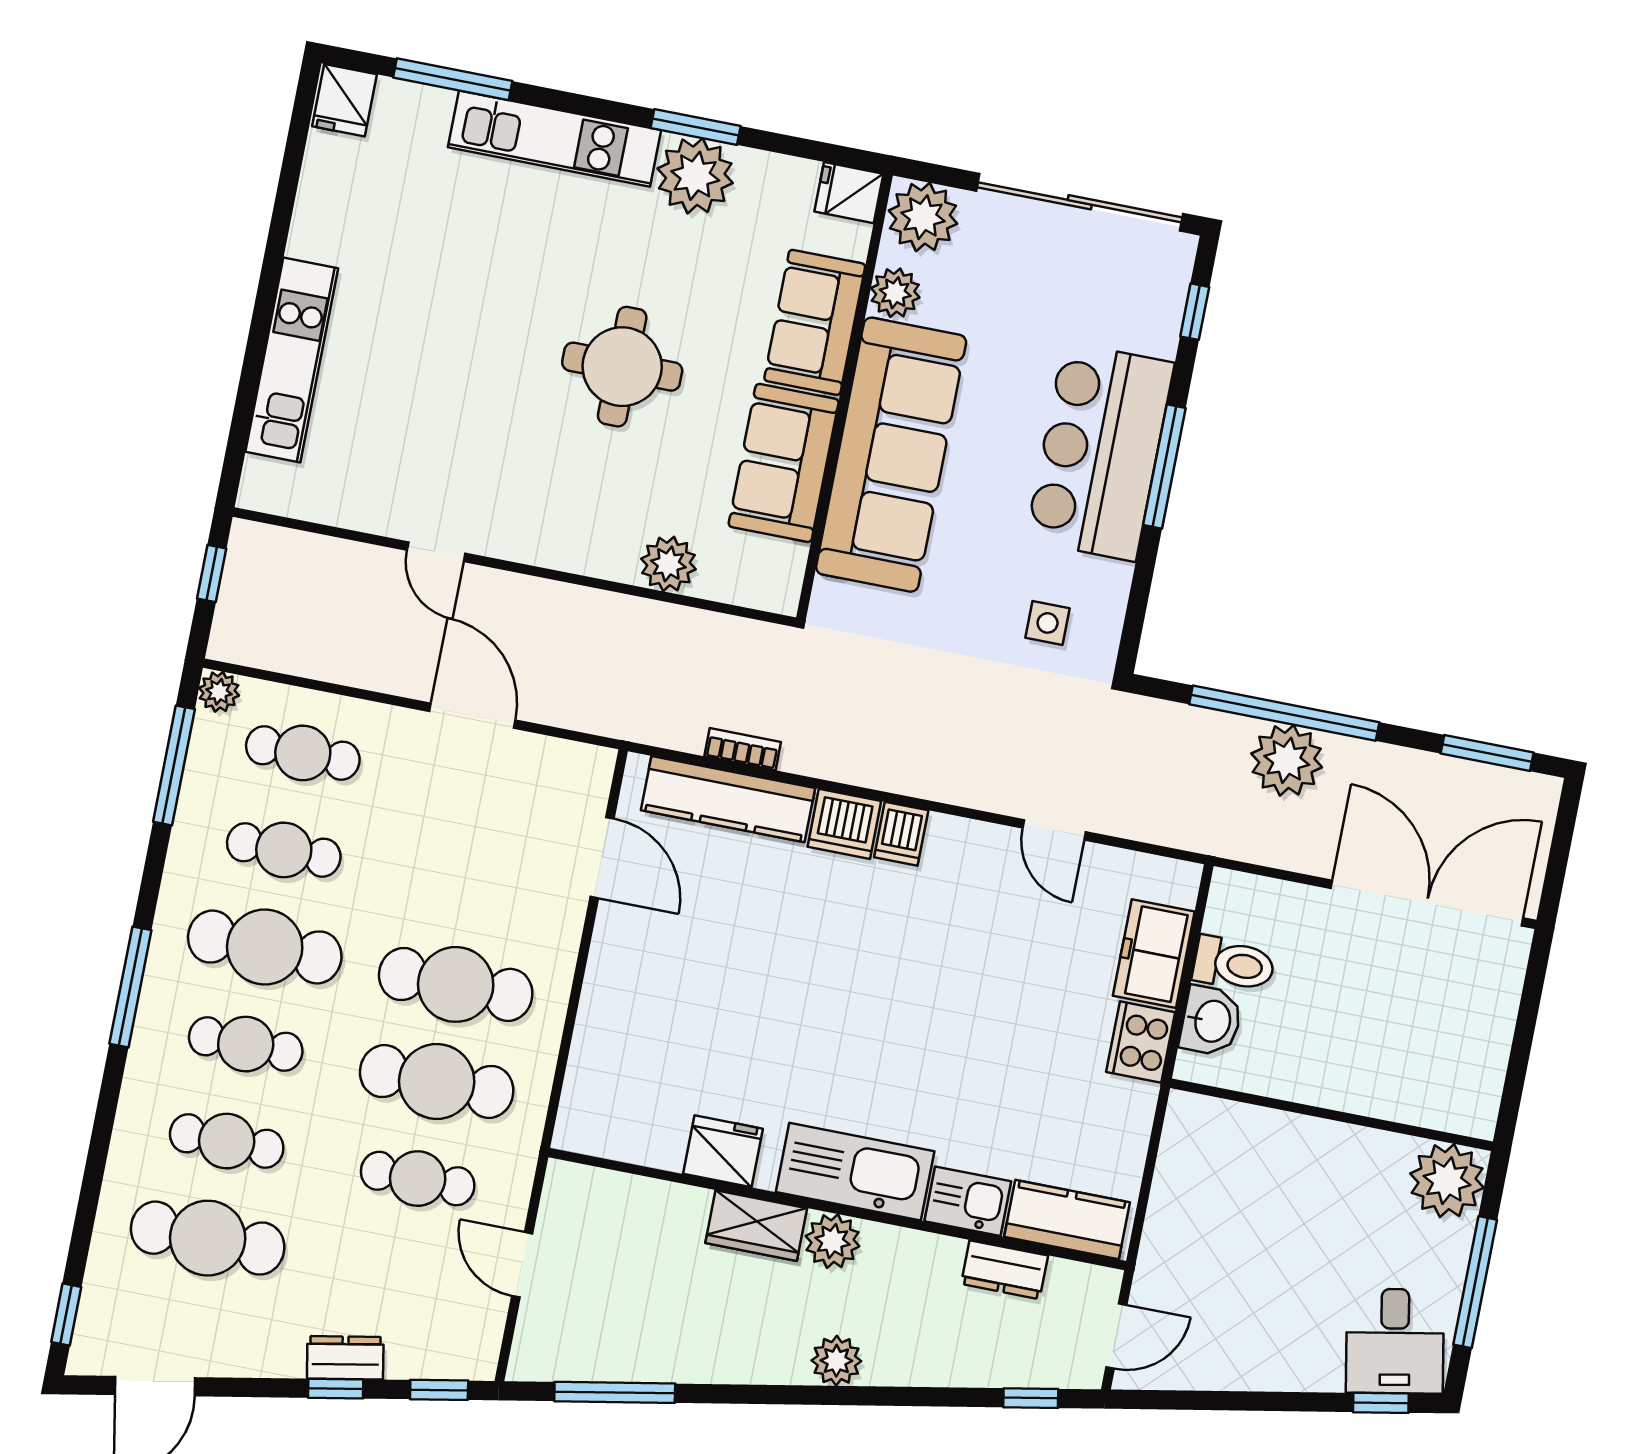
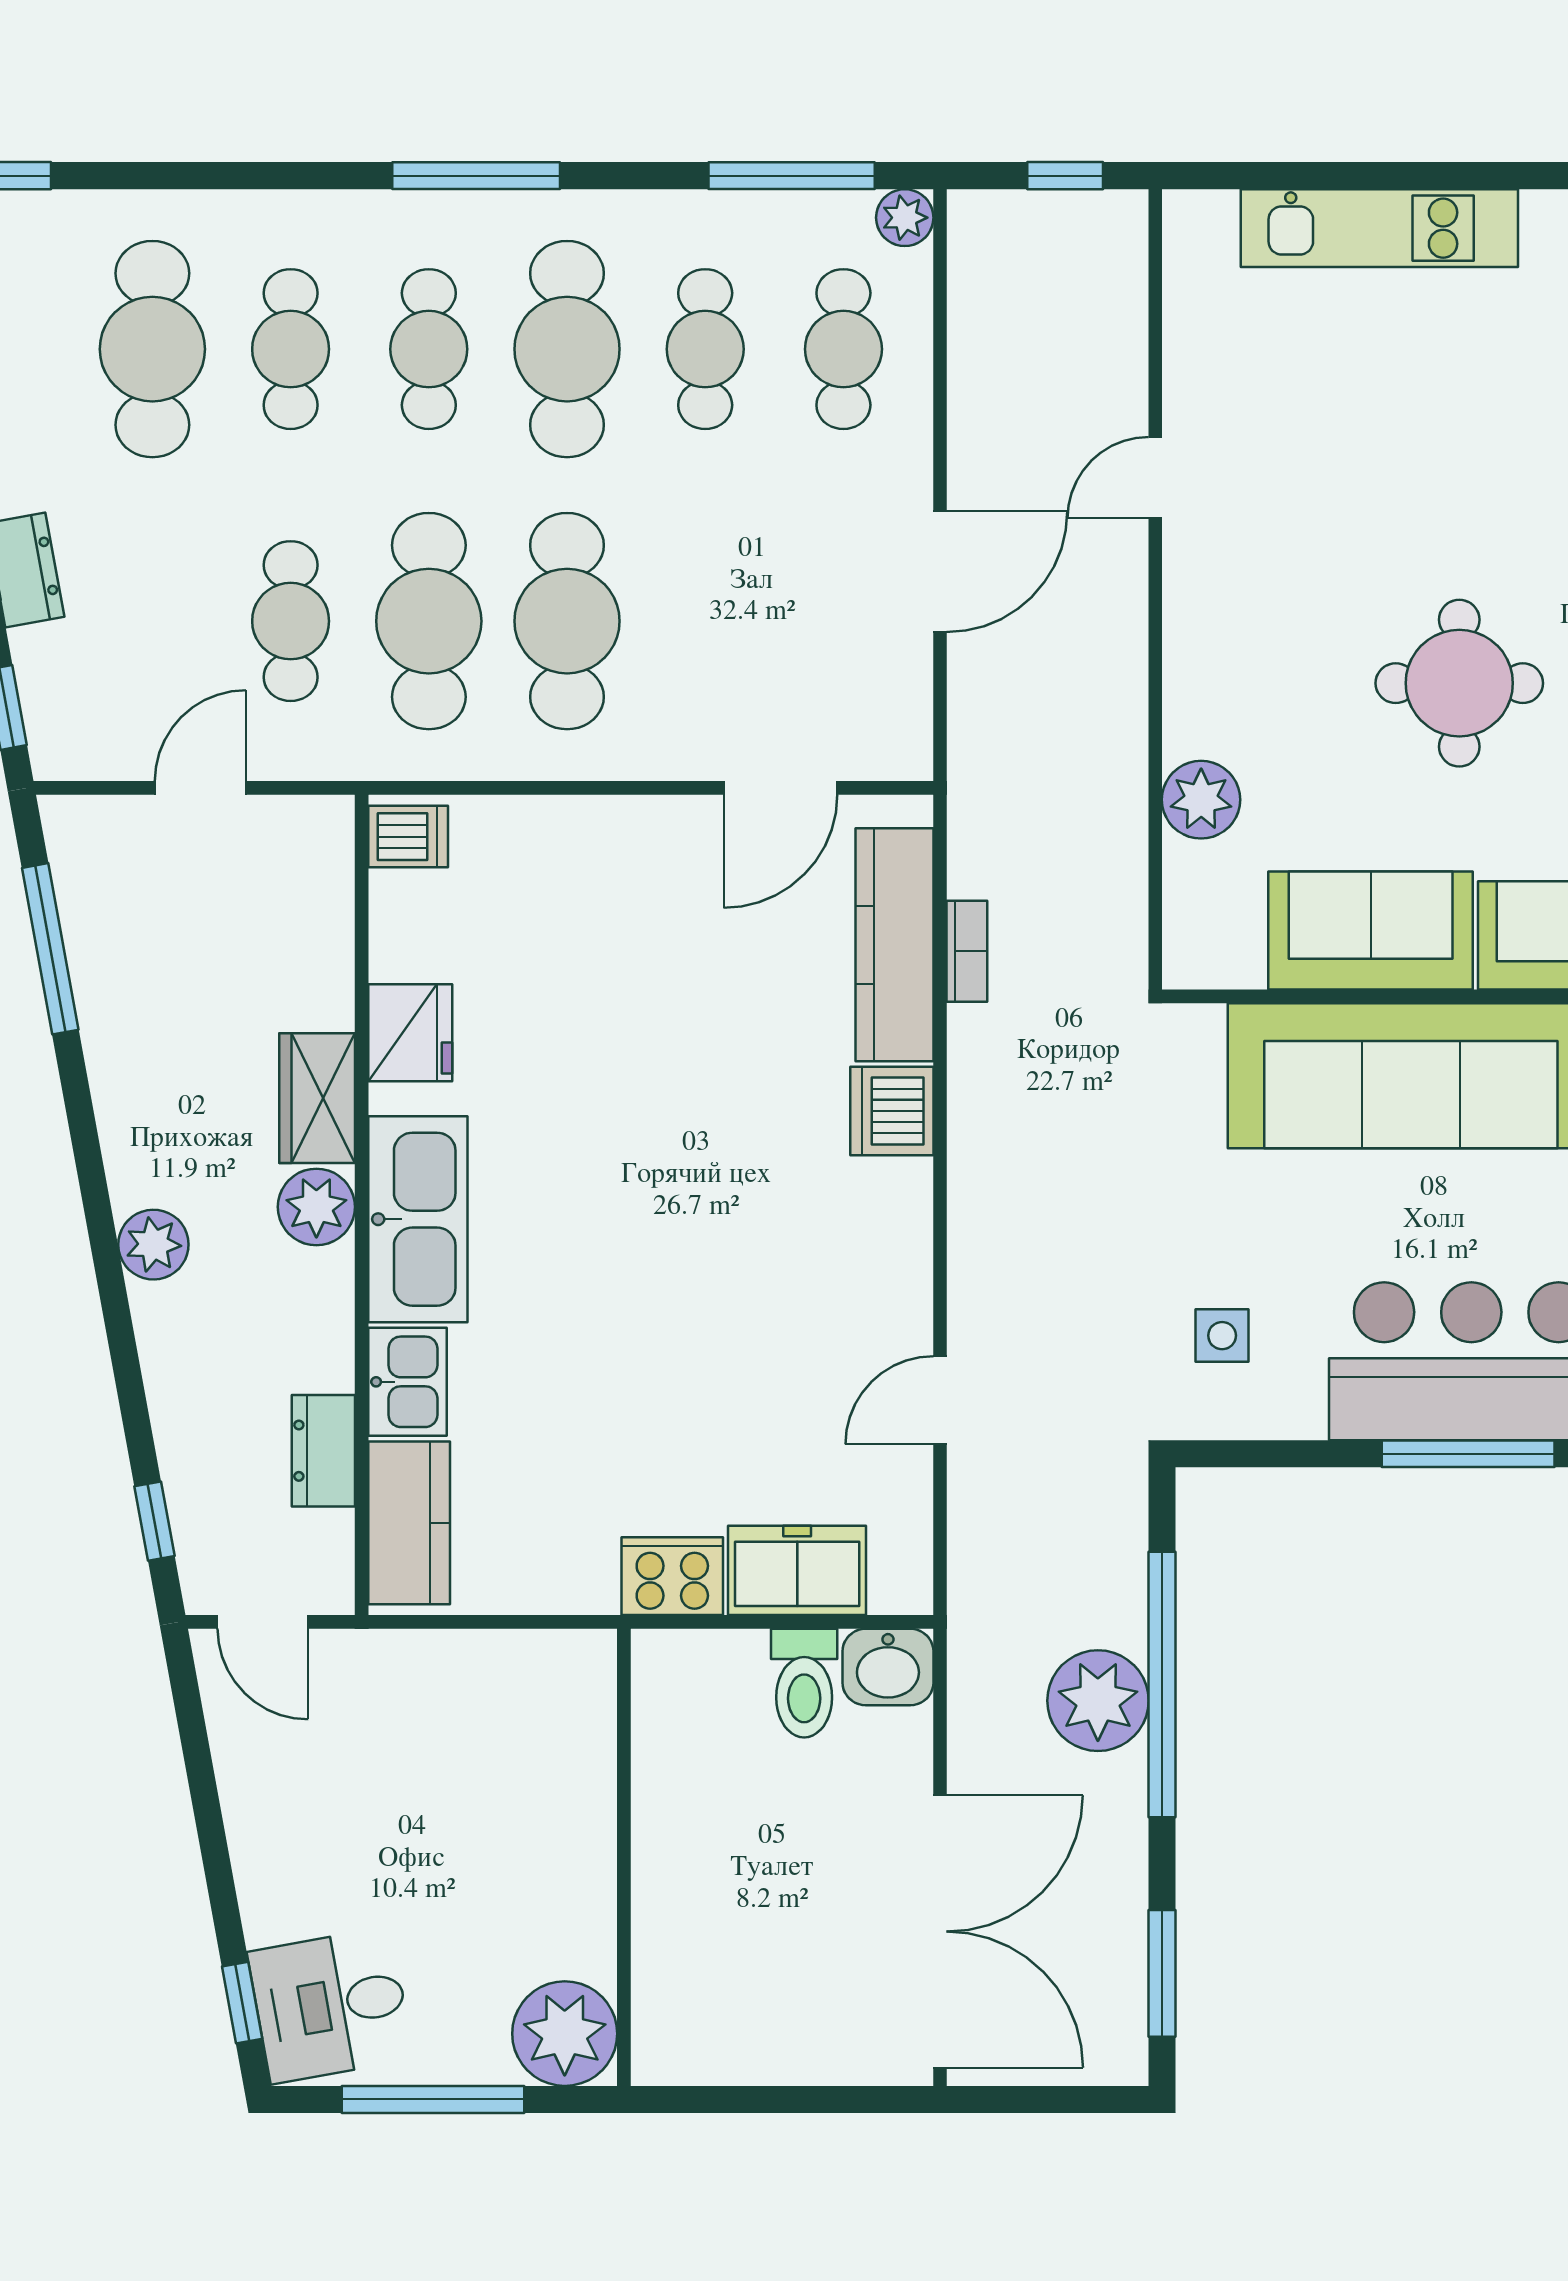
dishwasher: (901, 834) -> (408, 837), moved, turned 180
washbasin: (1211, 1021) -> (888, 1667), moved

